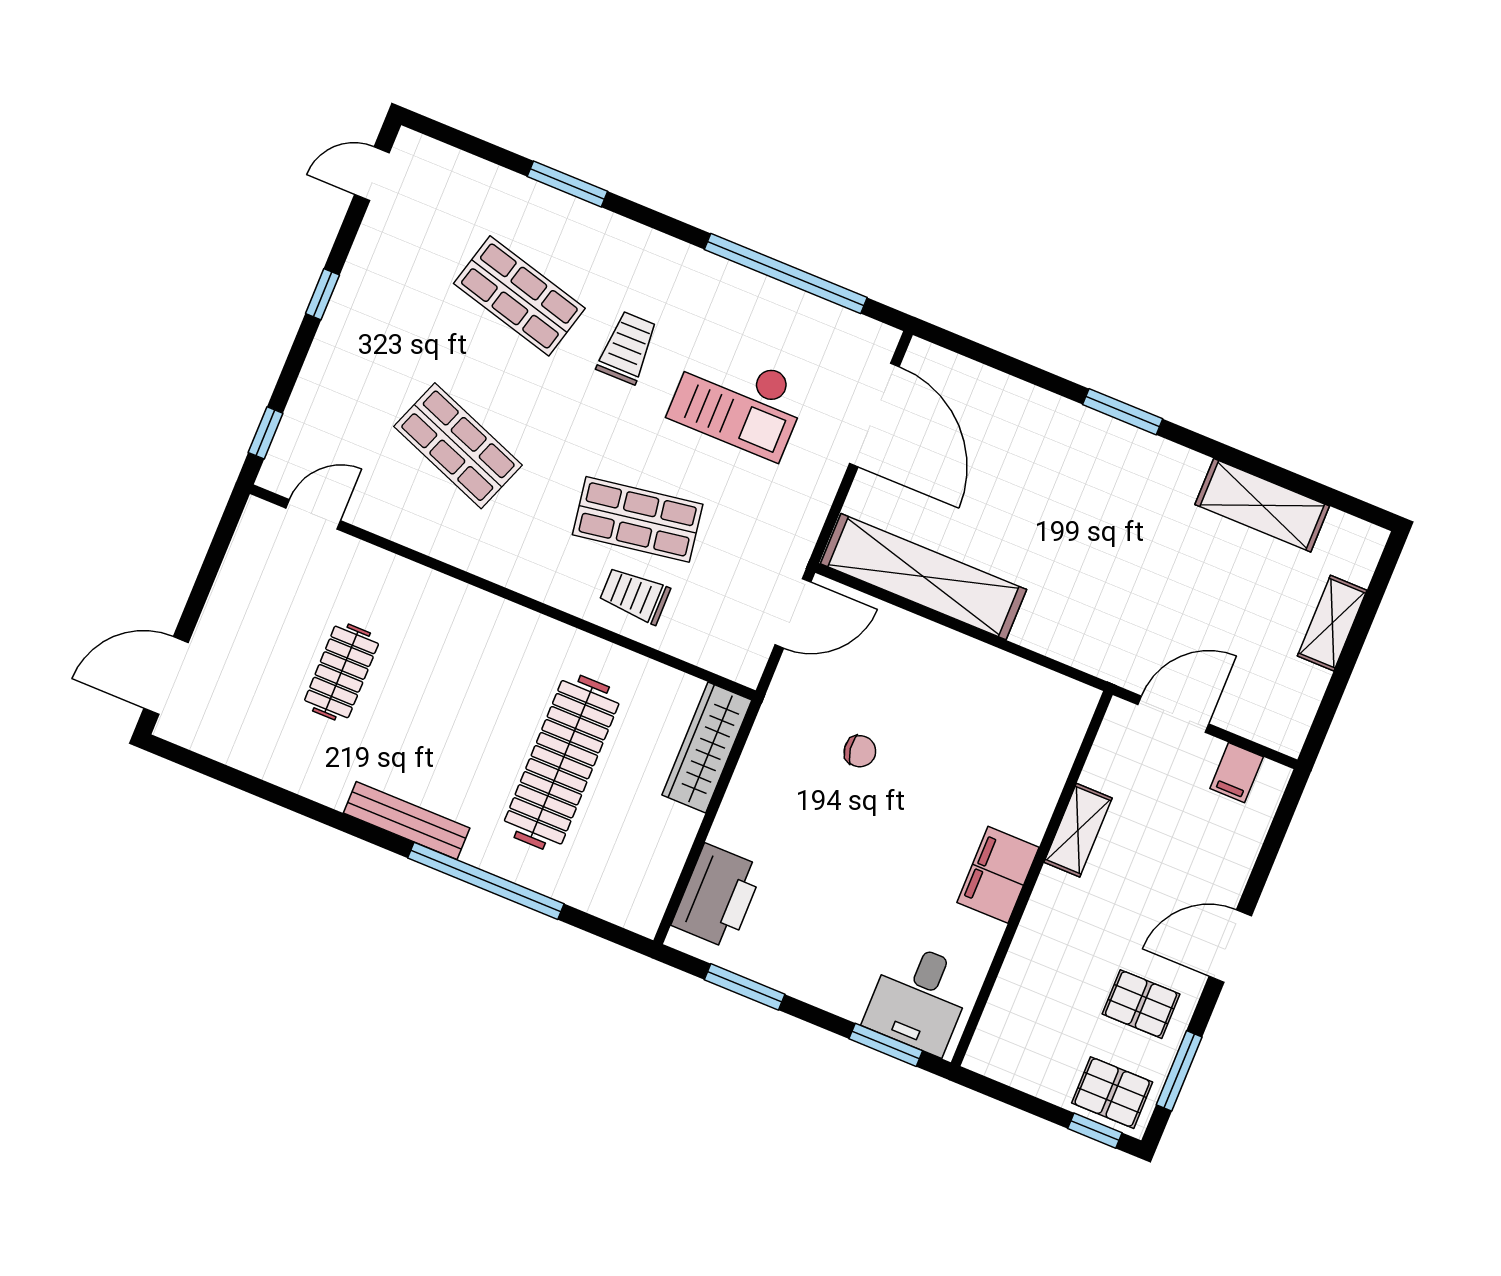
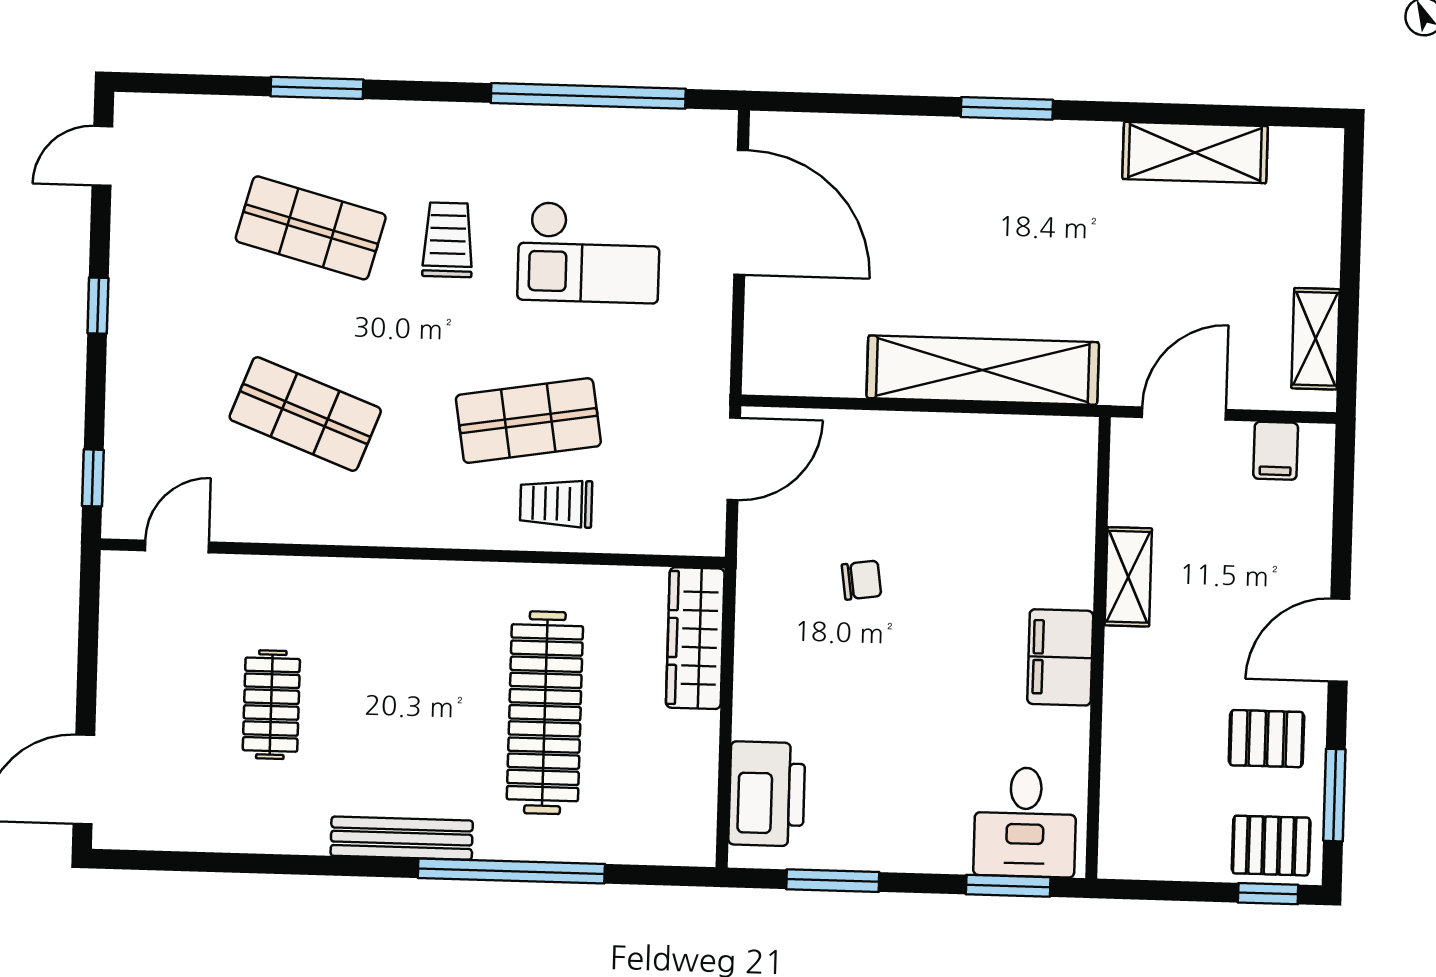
shelving: (923, 577) -> (983, 370), moved
shelving: (1332, 623) -> (1315, 339), moved

